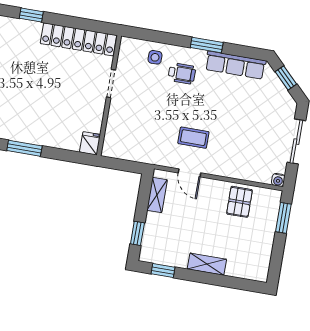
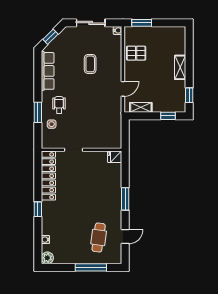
window: (207, 45) -> (38, 112), moved
coffee table: (193, 138) -> (90, 64), moved

